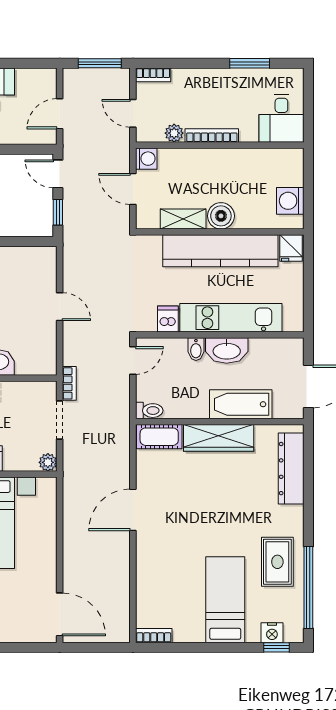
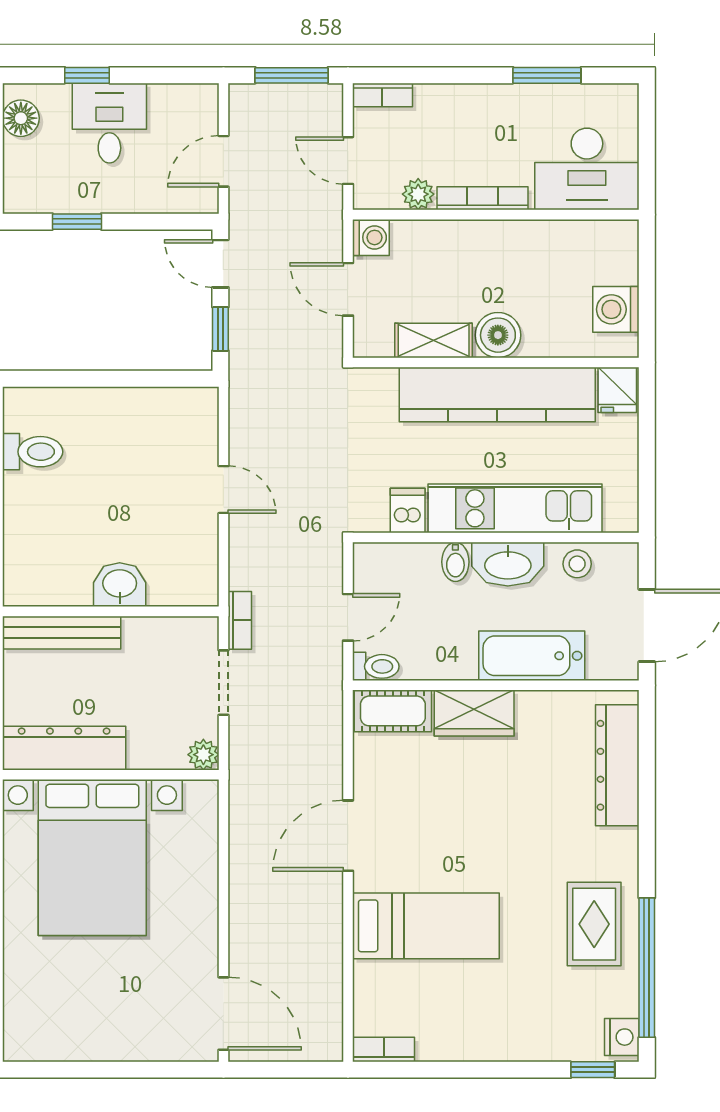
desk: (281, 118) -> (587, 169), width x1.37
stool: (267, 350) -> (577, 564), added
door: (133, 360) -> (348, 617), moved
wardrobe: (219, 438) -> (474, 713), width x0.67
bed: (225, 600) -> (426, 926), moved, turned 90
nightstand: (272, 633) -> (622, 1037), moved, turned -90

